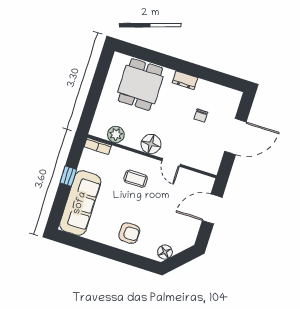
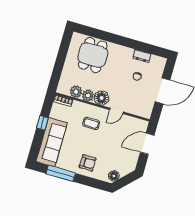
dresser: (185, 80) -> (142, 56), moved
plant: (132, 140) -> (88, 96), added
door: (171, 162) -> (116, 111), hinge flipped
window: (92, 246) -> (61, 173), added

